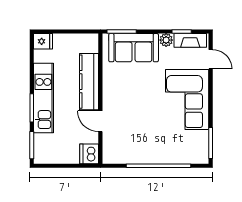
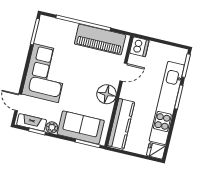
kitchen counter: (89, 82) -> (121, 124), moved
floor lamp: (113, 92) -> (107, 94), added
kitchen unit: (43, 98) -> (167, 103), width x1.36
door: (100, 121) -> (123, 72), hinge flipped
piano: (135, 152) -> (100, 39), added

